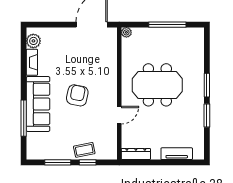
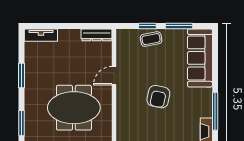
window: (207, 85) -> (22, 123), moved
sofa: (38, 104) -> (200, 58), moved
window: (24, 118) -> (215, 111), moved
tv unit: (177, 154) -> (41, 35), moved

